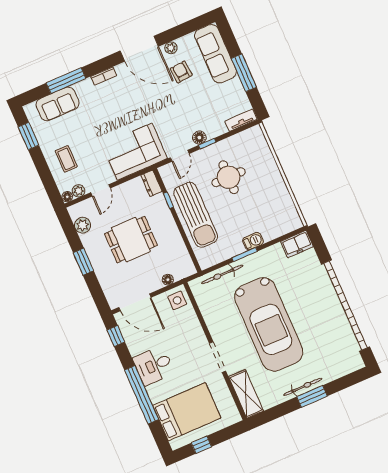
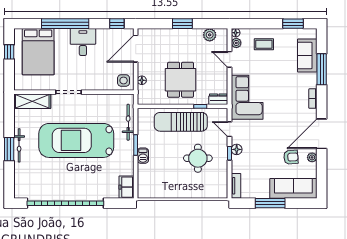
dining table: (131, 240) -> (181, 80), moved

